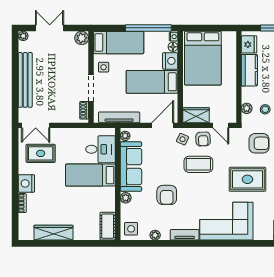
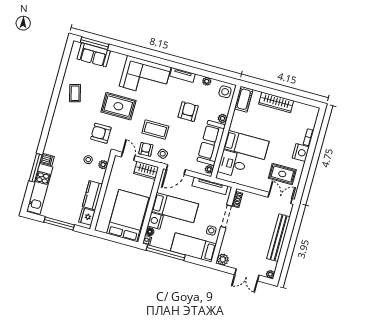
wardrobe: (53, 233) -> (276, 102), moved

